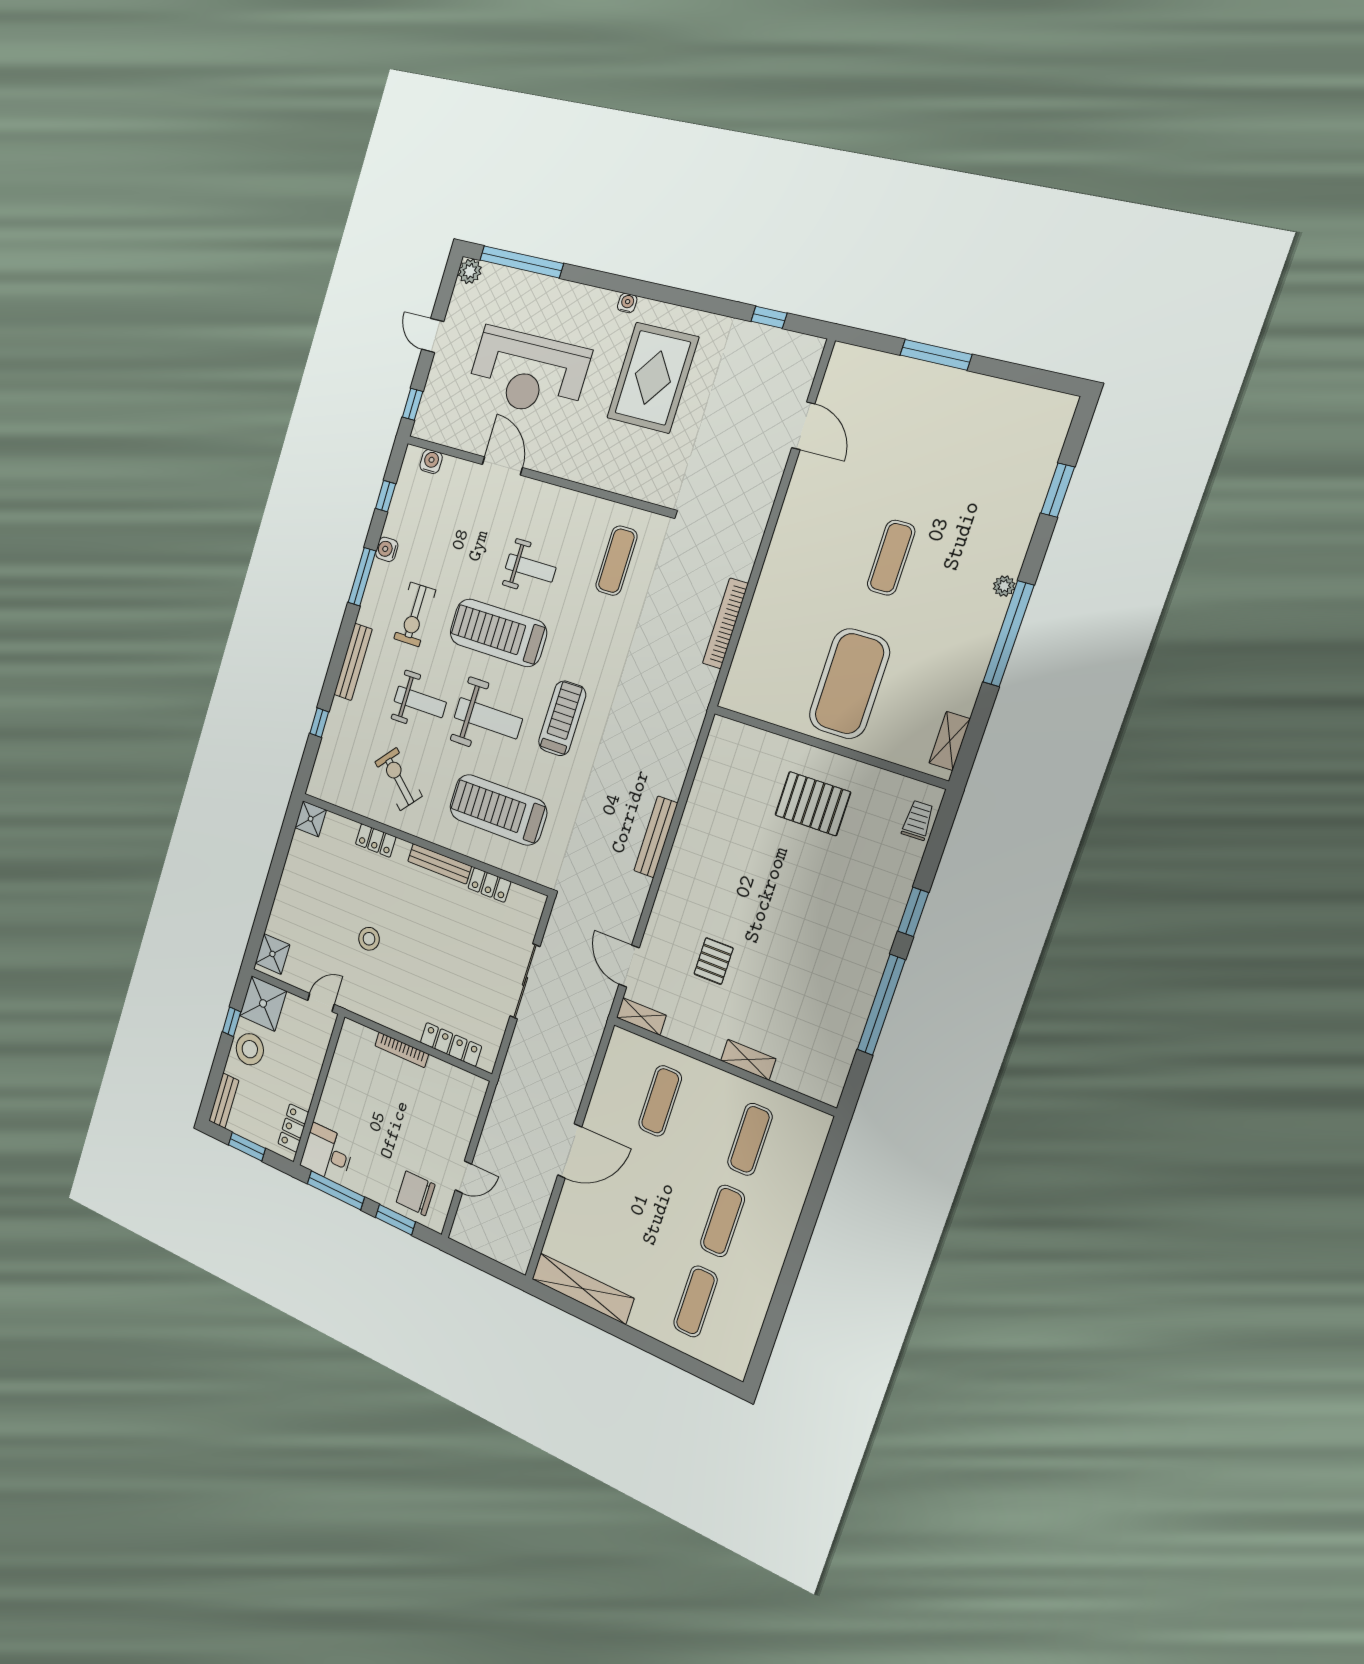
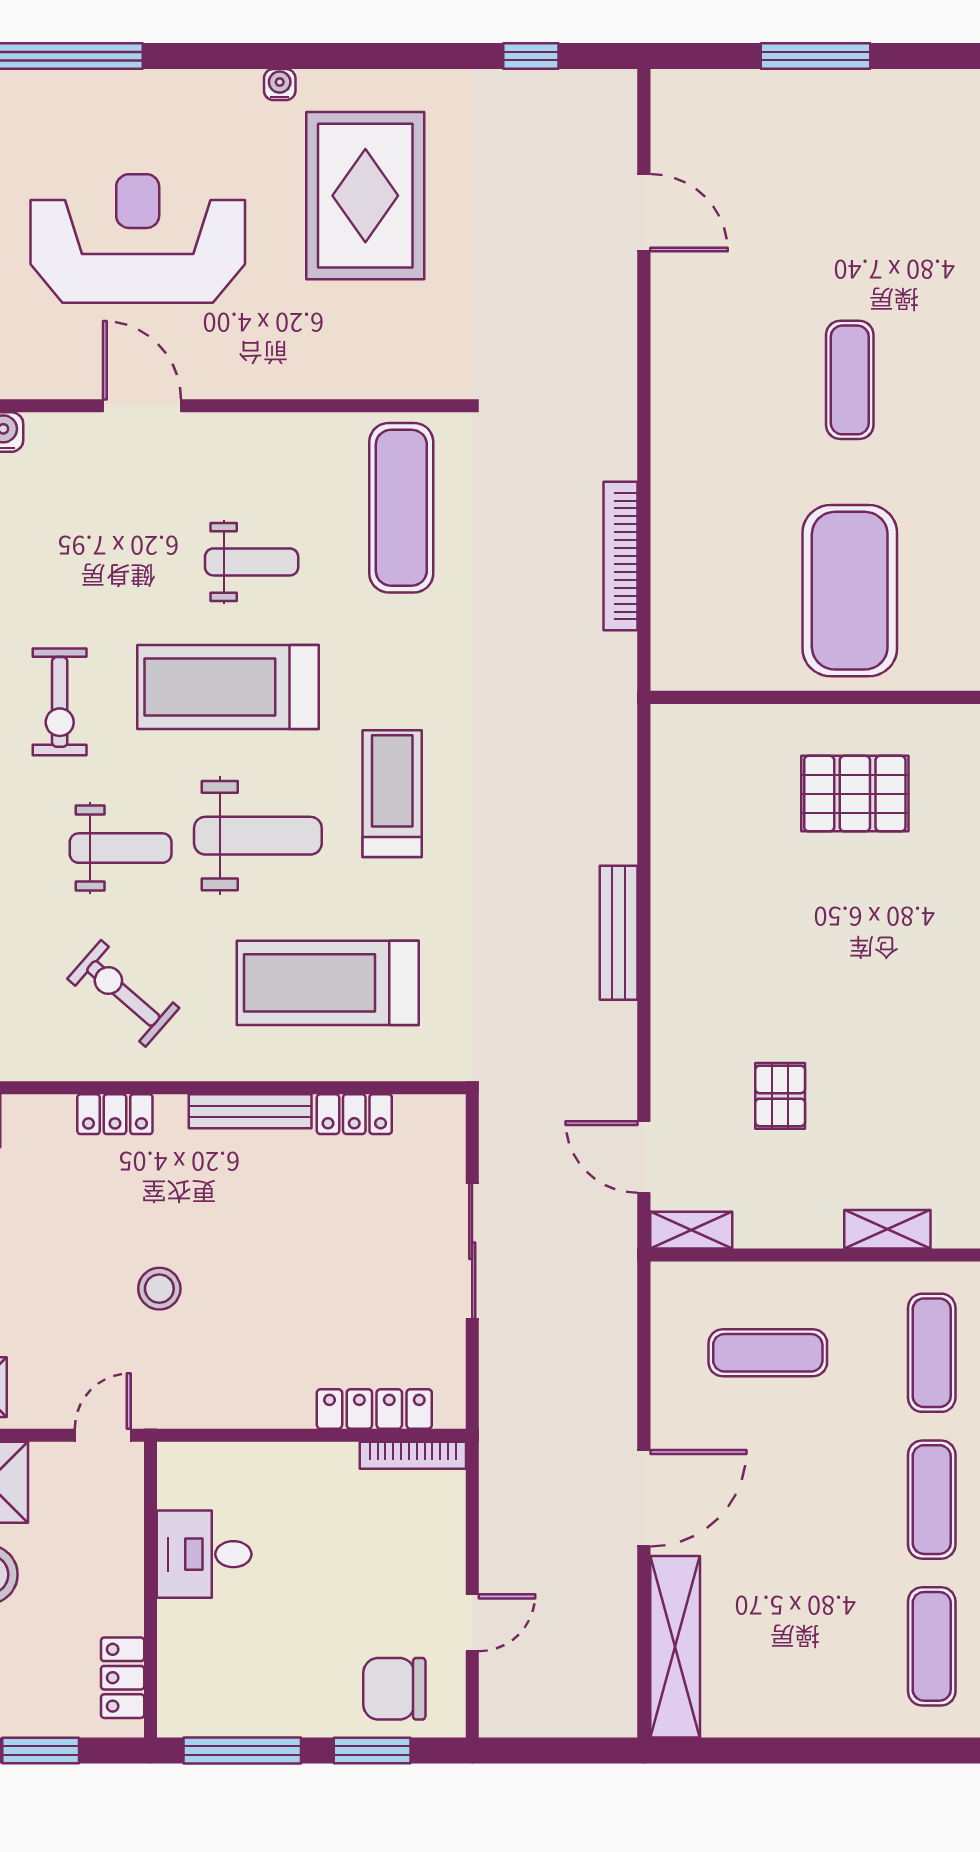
reception desk: (528, 373) -> (138, 238), turned 180
exercise mat: (616, 561) -> (401, 508), width x1.36, depth x1.45
bookcase: (402, 1050) -> (413, 1455), moved
exercise mat: (660, 1101) -> (768, 1353), turned 90
desk: (327, 1154) -> (204, 1554), moved
shelving: (583, 1289) -> (675, 1647), moved, turned 90

